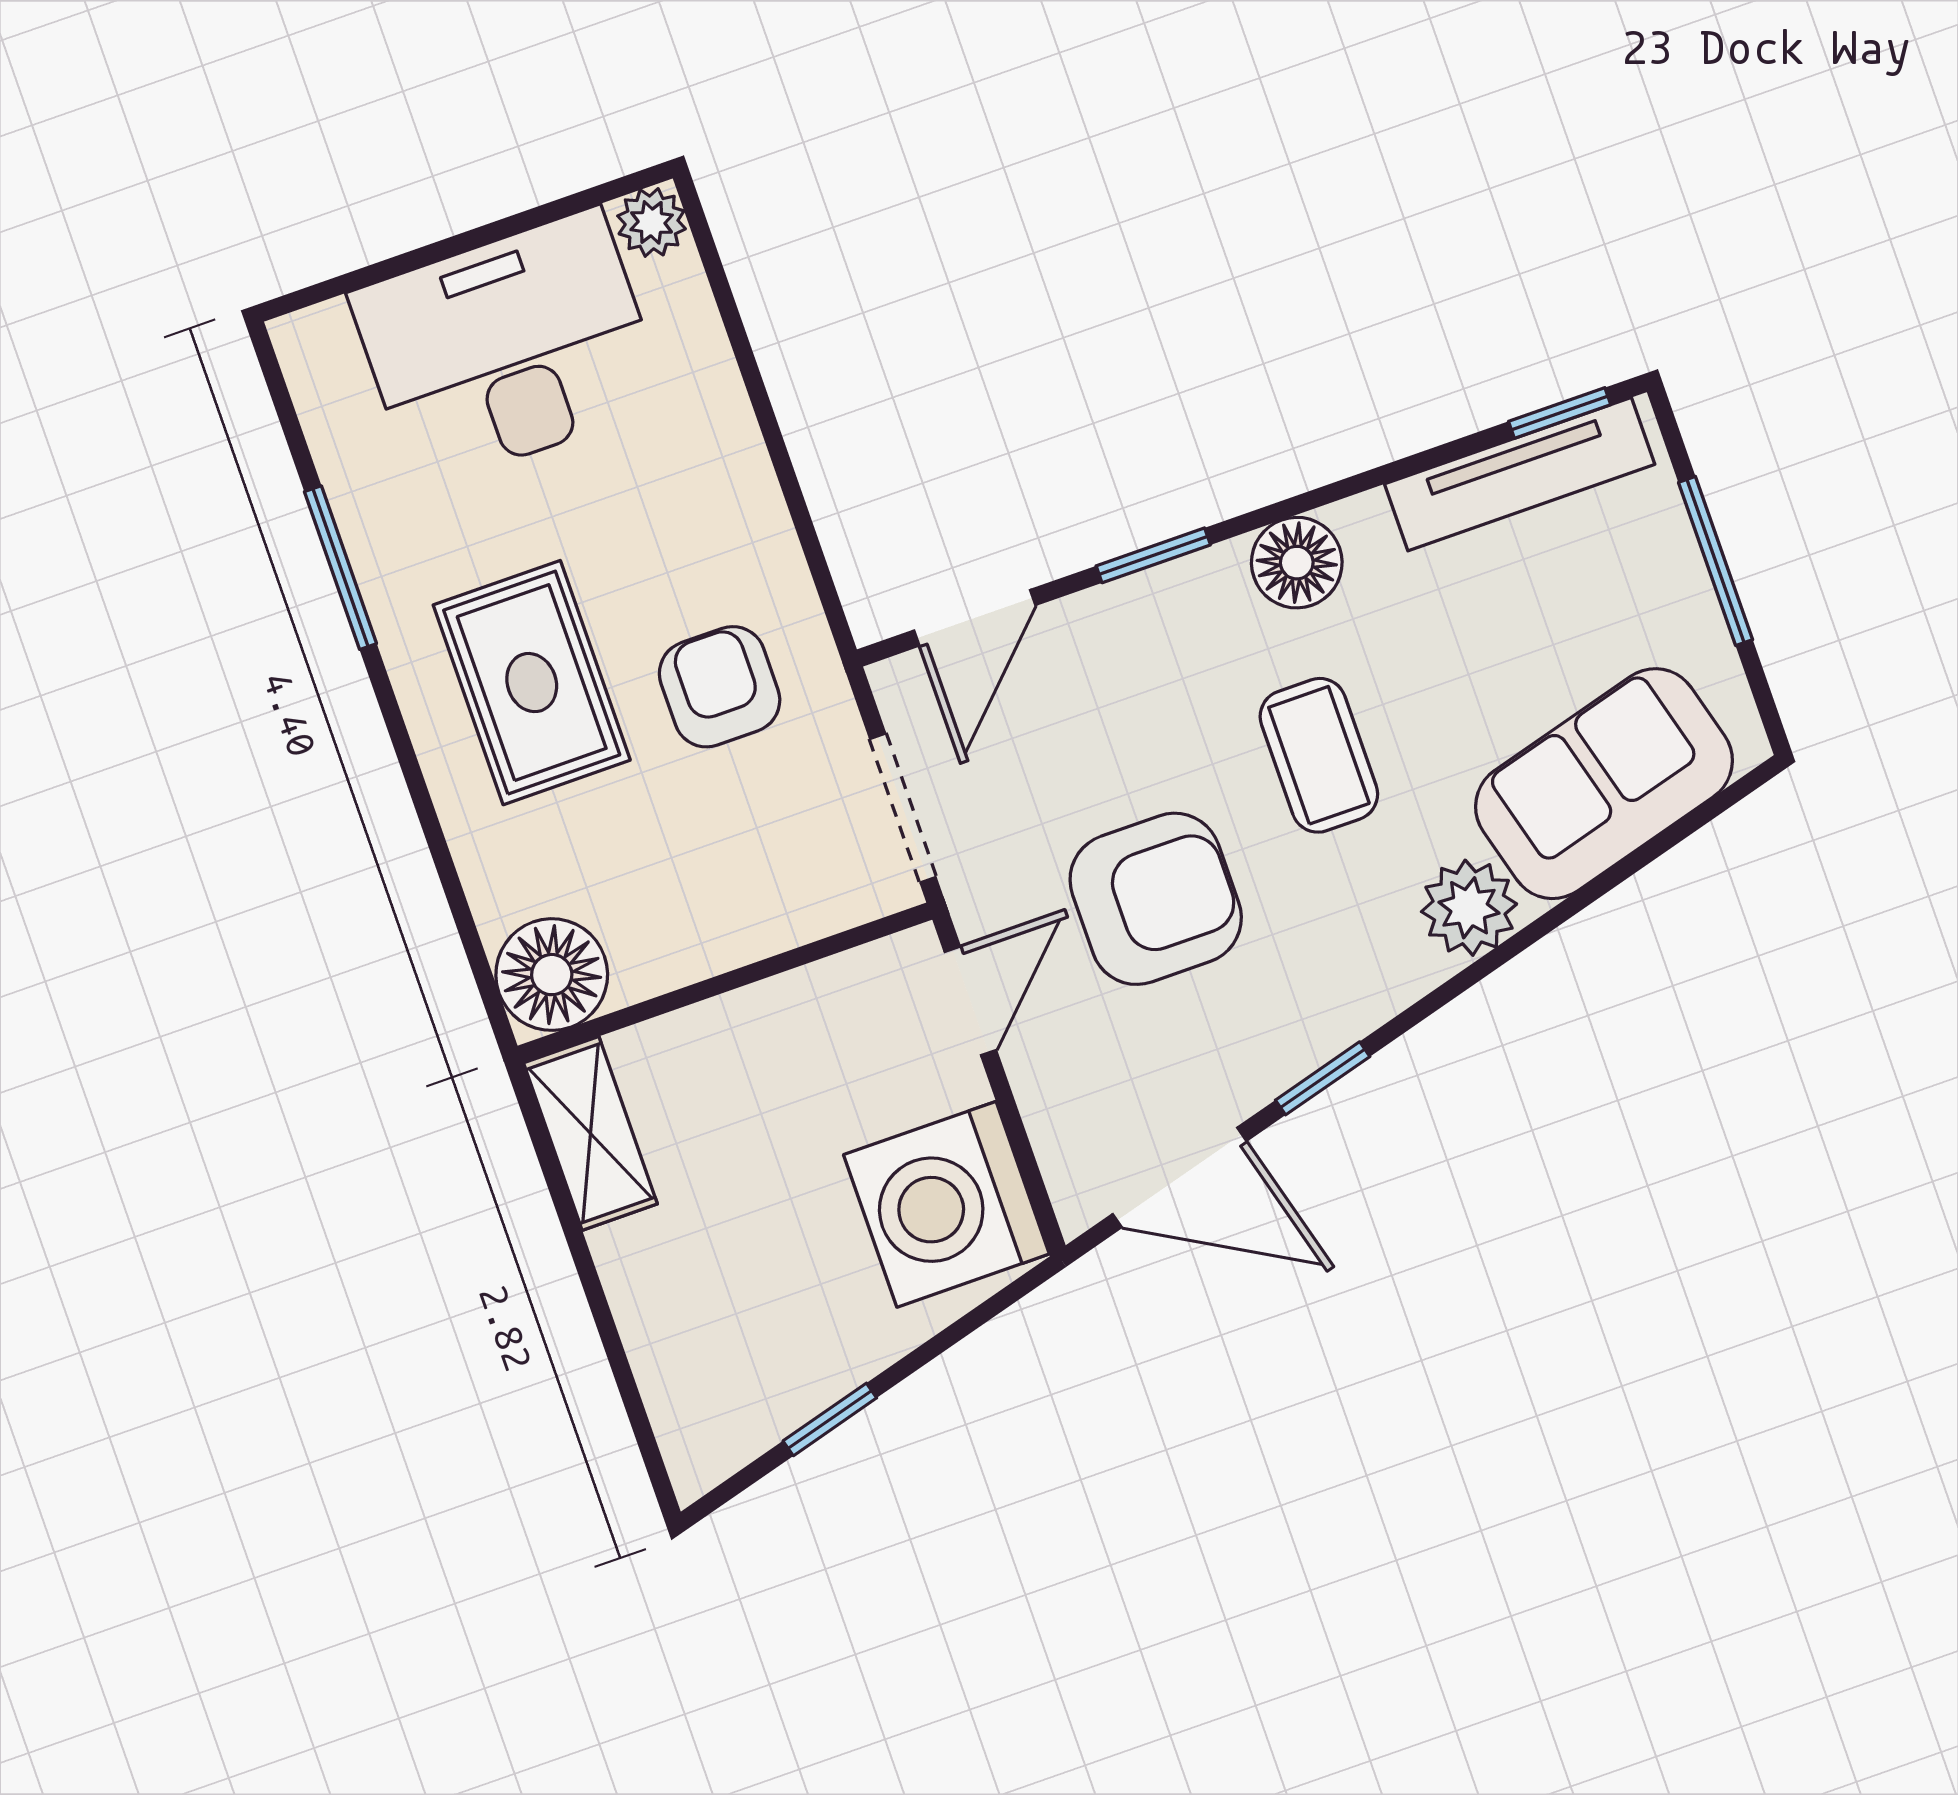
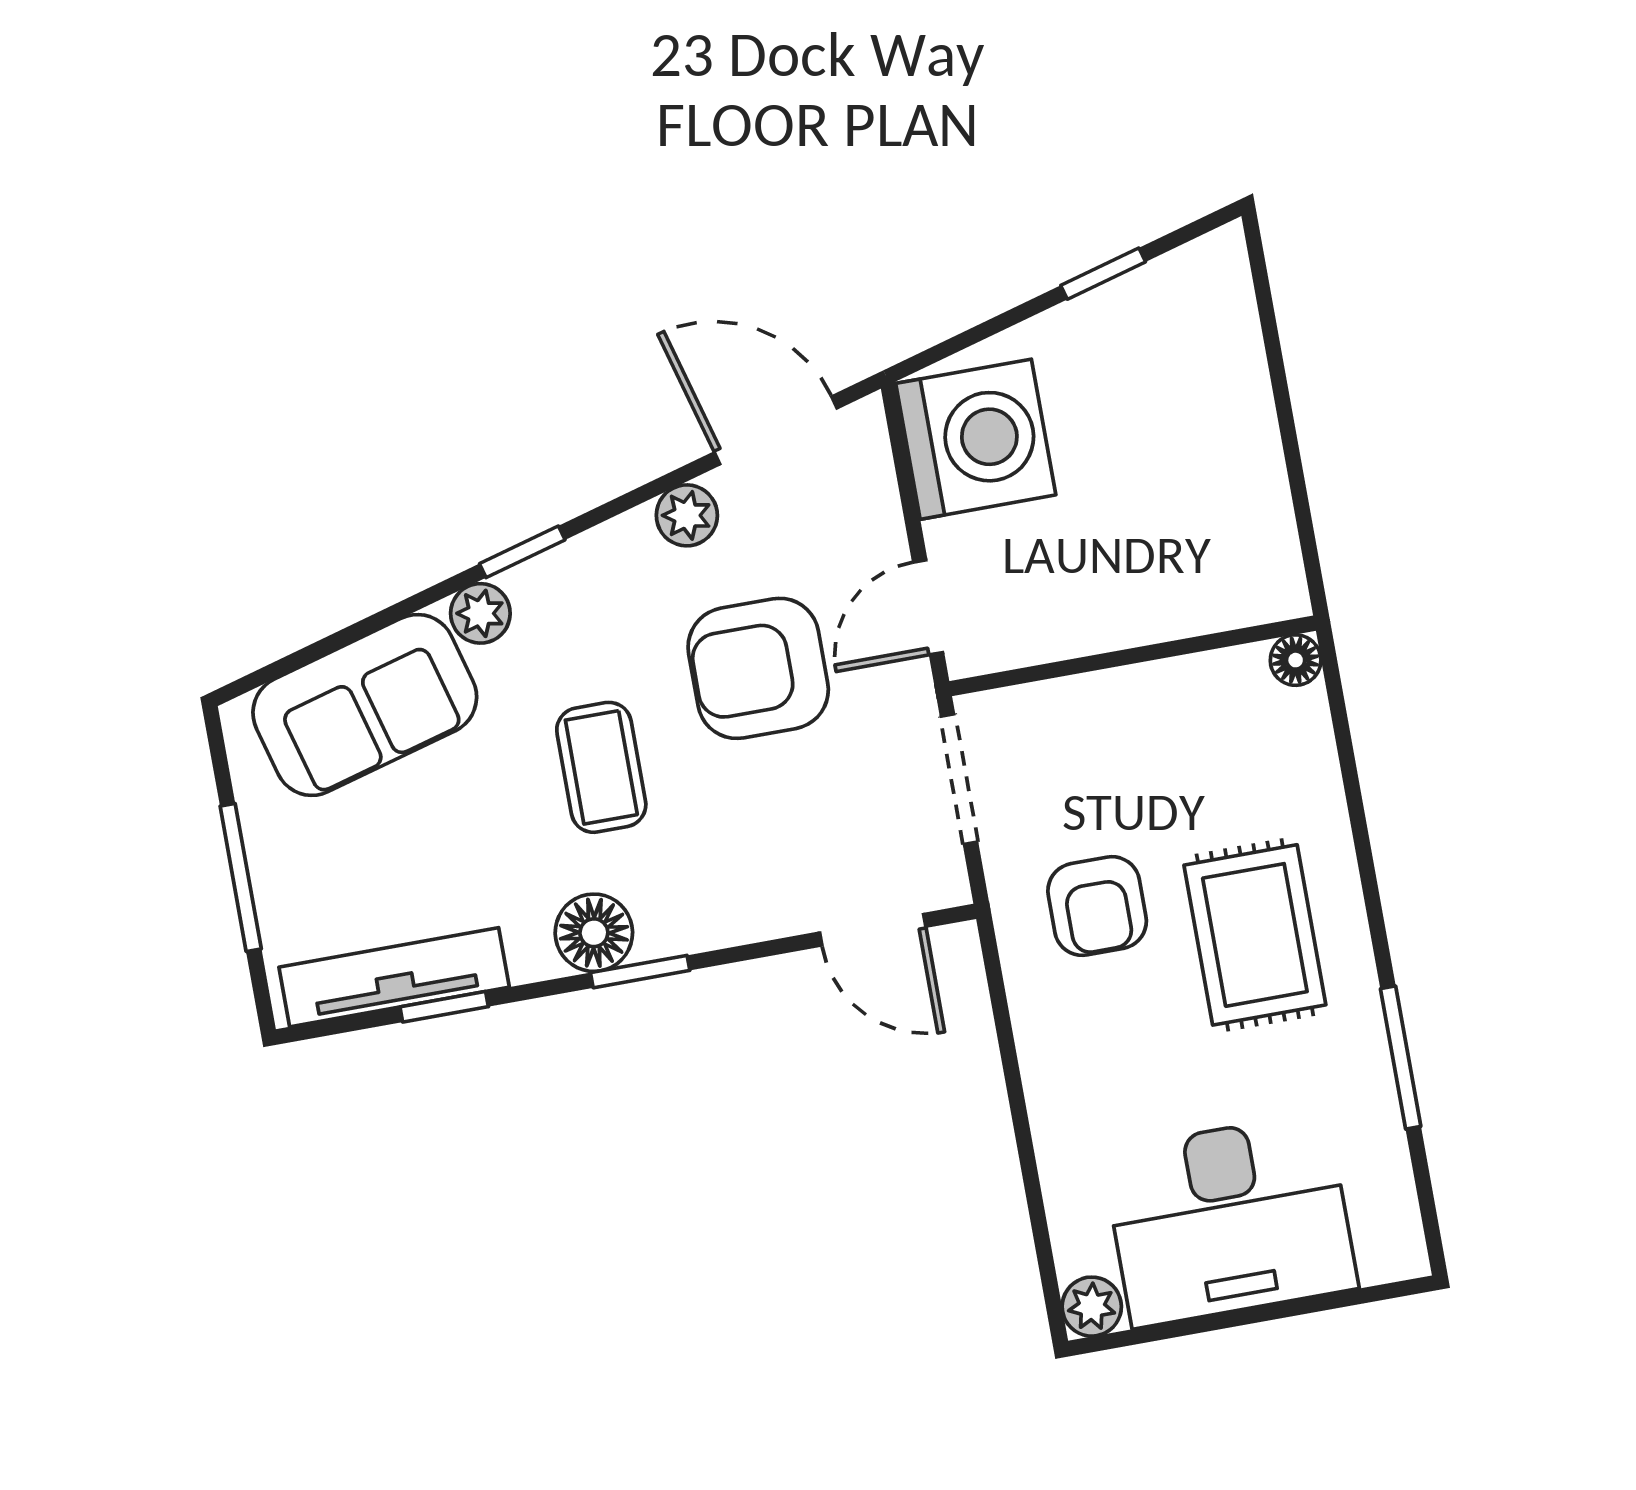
window: (1560, 413) -> (444, 1007), moved
window: (1153, 555) -> (640, 972), moved
door: (975, 618) -> (873, 930), swing flipped
plant: (1469, 908) -> (480, 613), width x0.73, depth x0.73
floor lamp: (552, 975) -> (1296, 660), width x0.53, depth x0.53
plant: (1267, 1063) -> (687, 515), added
window: (1323, 1078) -> (522, 552), moved
shelving: (590, 1133) -> (1266, 547), removed

